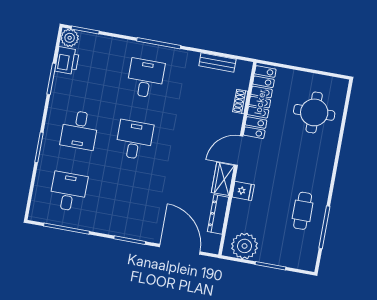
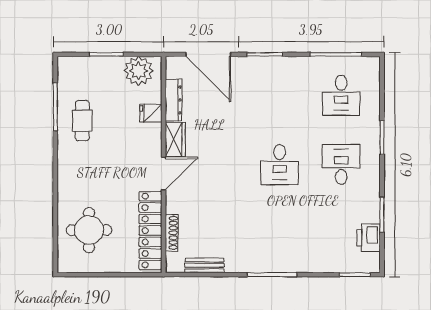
plant: (70, 38) -> (370, 263), removed
desk: (145, 78) -> (280, 234), removed
shoe rack: (240, 102) -> (172, 233), width x1.43
fridge: (243, 191) -> (151, 113), moved

